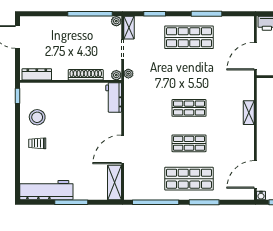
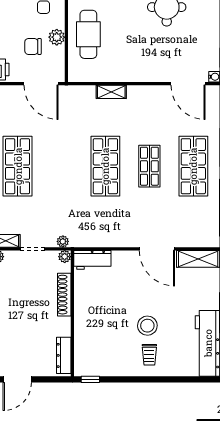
shop shelf: (189, 108) -> (105, 166), width x1.43, depth x1.36
stool: (37, 117) -> (147, 326), moved

